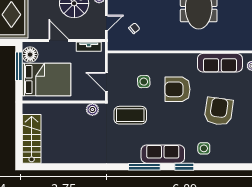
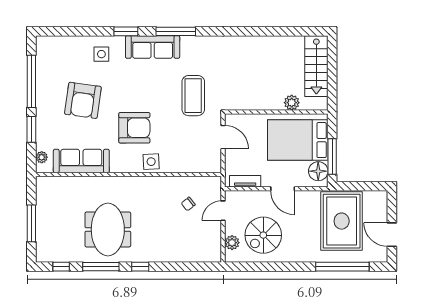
side table: (144, 82) -> (151, 162), moved
plant: (92, 110) -> (292, 103), moved
coffee table: (130, 115) -> (193, 96), turned 90

